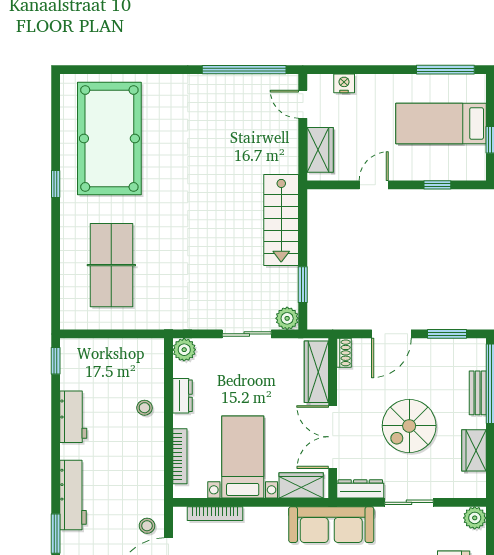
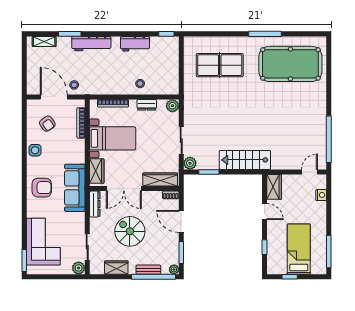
wardrobe: (320, 150) -> (274, 187), moved, turned -90
window: (56, 184) -> (265, 34), width x2.17
plant: (477, 347) -> (174, 269), added
double door: (333, 437) -> (124, 189), swing flipped
sliding door: (409, 502) -> (87, 247), moved

